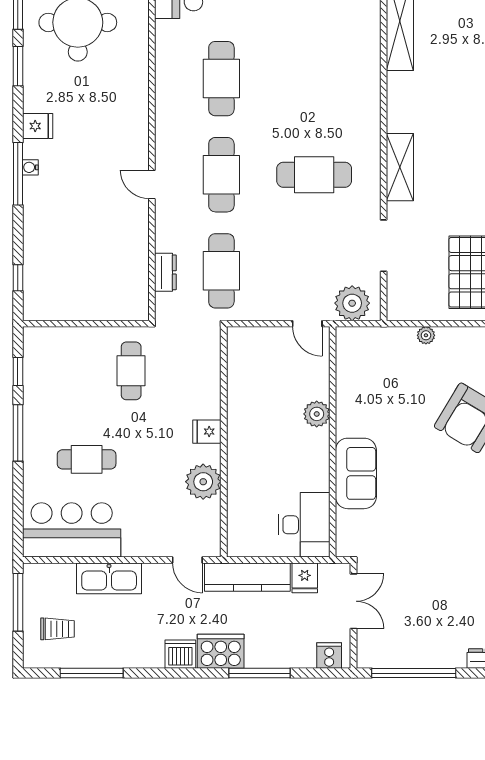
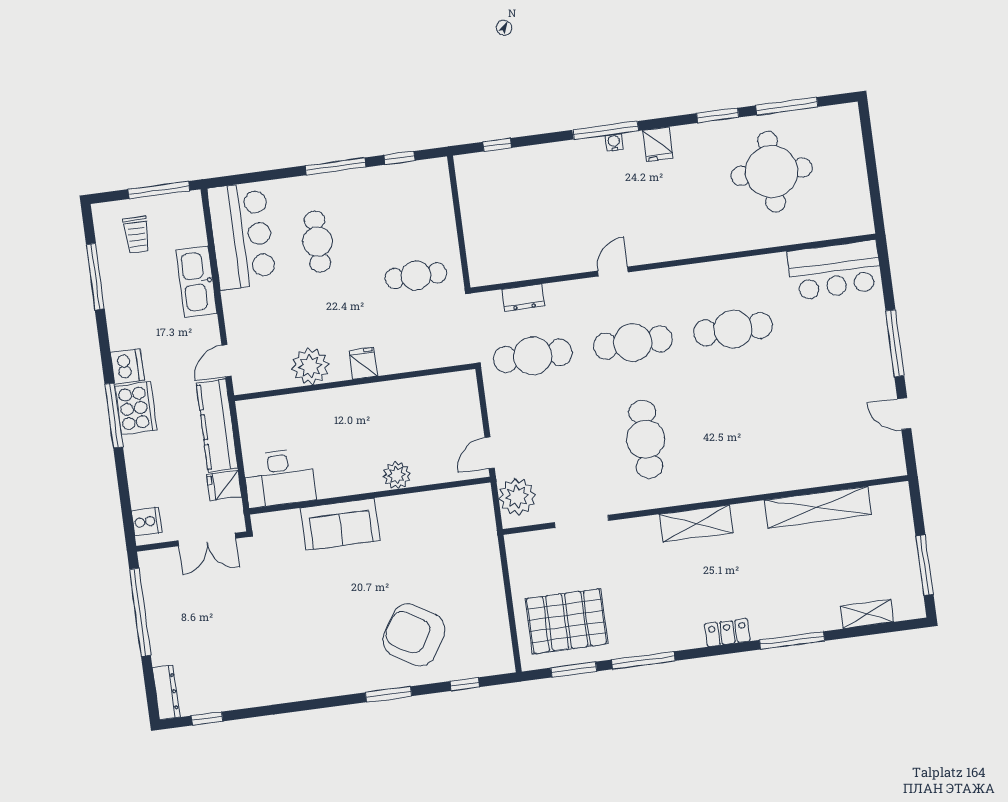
shelving: (400, 167) -> (696, 523), moved
plant: (426, 335) -> (494, 578), removed
window: (260, 673) -> (114, 415), moved

